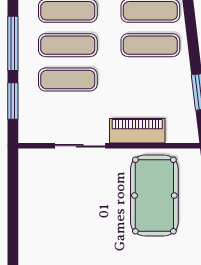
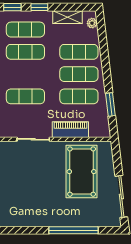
exercise mat: (68, 45) -> (79, 96), moved

